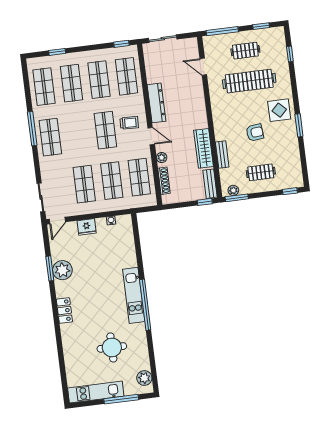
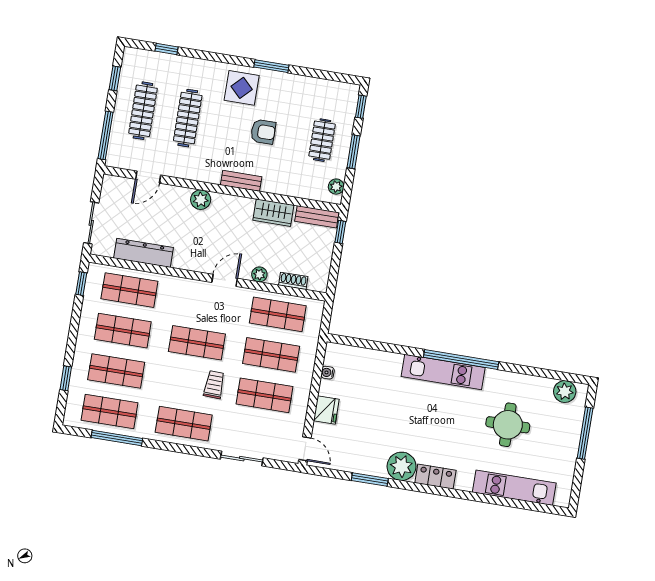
clothes rail: (245, 51) -> (143, 111), width x1.36
clothes rail: (249, 81) -> (188, 118), width x0.73, depth x0.76
dresser: (156, 103) -> (144, 253), moved
plant: (199, 105) -> (201, 200), added
trolley: (129, 123) -> (214, 385), moved
window: (32, 129) -> (117, 438), moved
armchair: (255, 133) -> (263, 132), turned 96
wardrobe: (204, 148) -> (273, 213), width x0.67
bench: (222, 155) -> (241, 181), moved
shoe rack: (164, 181) -> (293, 281), width x0.70
sliding door: (41, 197) -> (242, 459), moved
window: (237, 198) -> (354, 152), moved
plant: (62, 270) -> (402, 466), moved
kitchen unit: (96, 392) -> (514, 488), moved, turned 90

